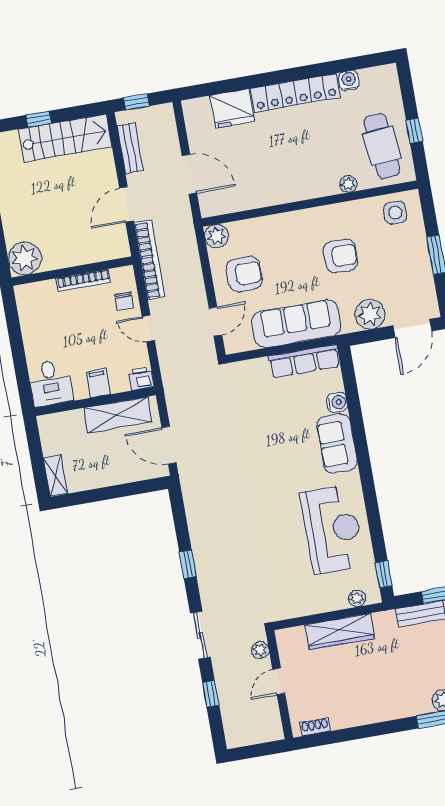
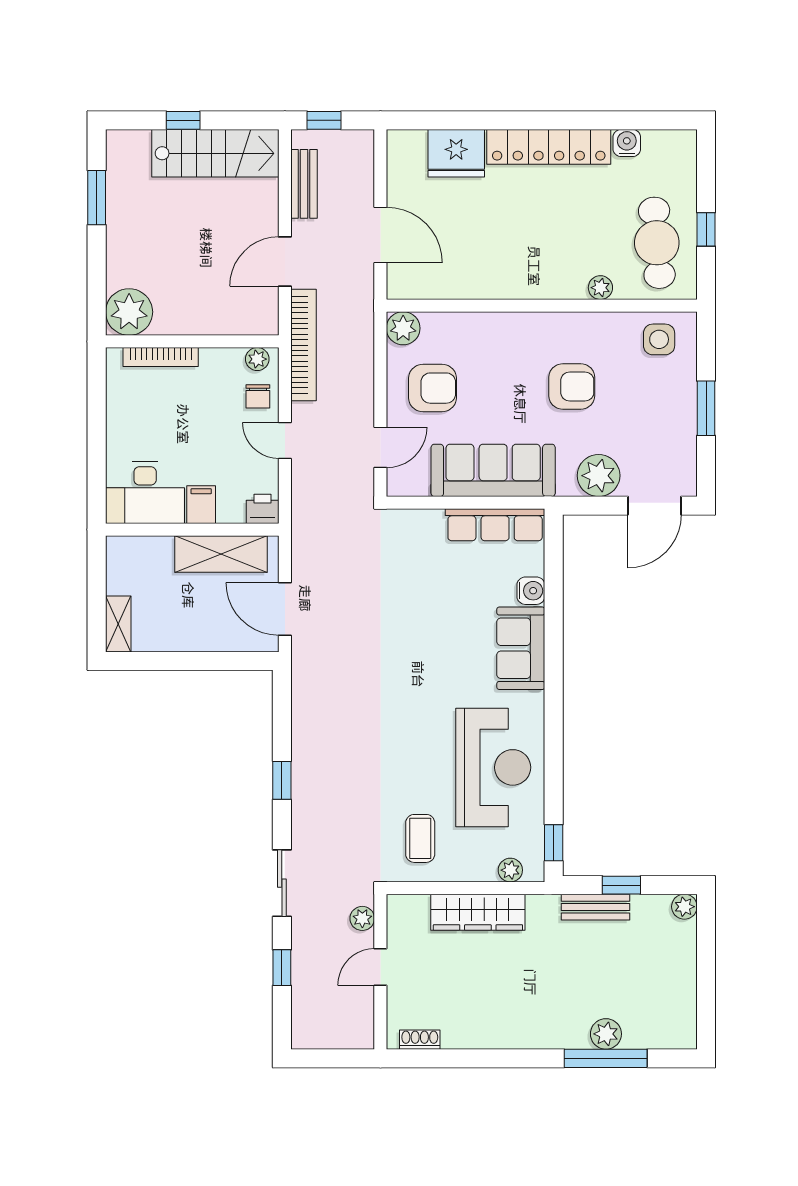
plant: (119, 275) -> (257, 359), added
bookcase: (83, 280) -> (161, 357), moved
desk: (50, 383) -> (145, 493), width x1.37
coffee table: (291, 588) -> (420, 838), added

